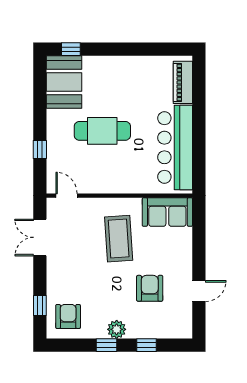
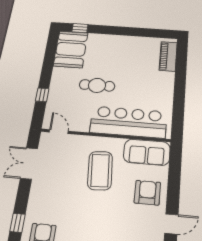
cafe table: (102, 131) -> (97, 85), width x0.73, depth x0.74
bar counter: (175, 147) -> (128, 122), moved, turned 90
armchair: (150, 288) -> (147, 193), moved

